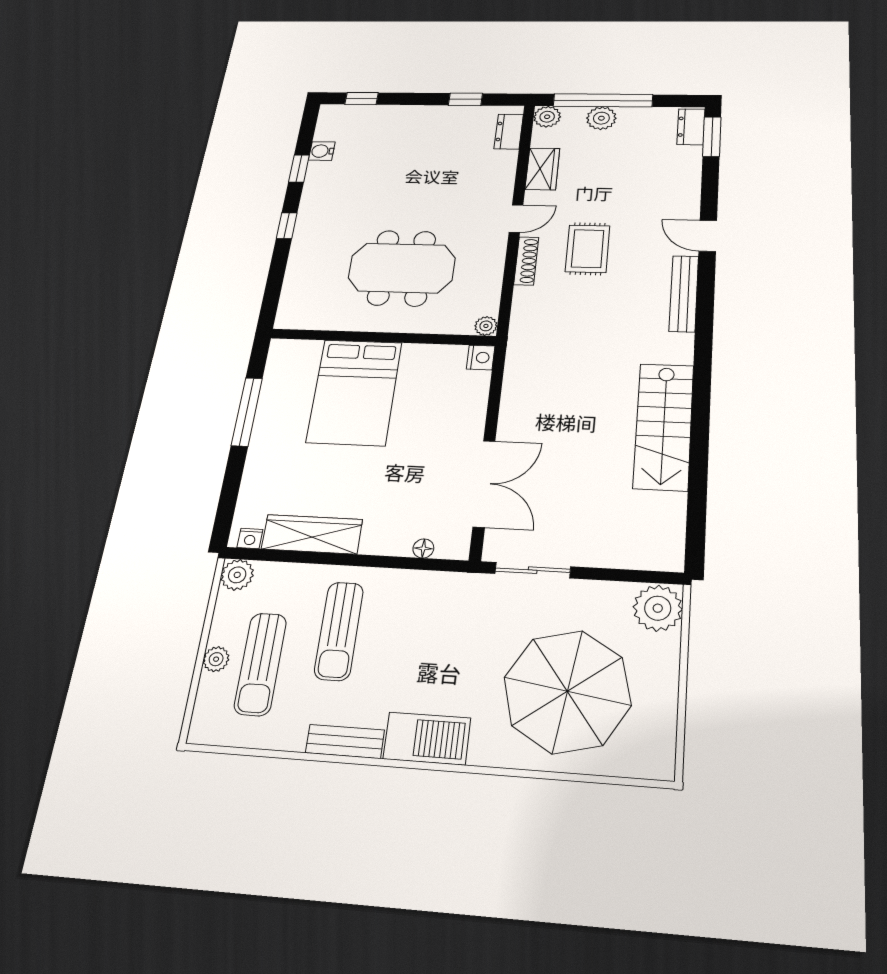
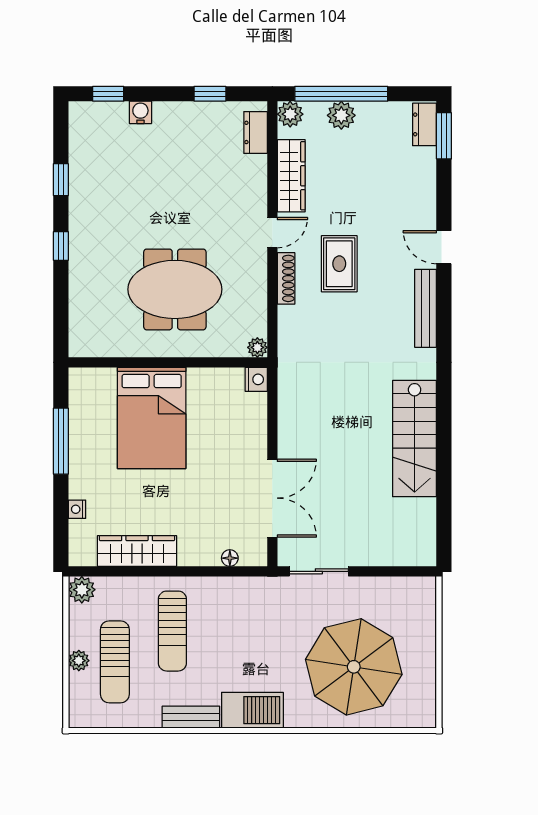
water cooler: (322, 151) -> (140, 112), moved, turned 90
wardrobe: (542, 169) -> (291, 176), width x1.50
nightstand: (250, 538) -> (77, 509), moved, turned 90
plant: (658, 608) -> (418, 597), removed

